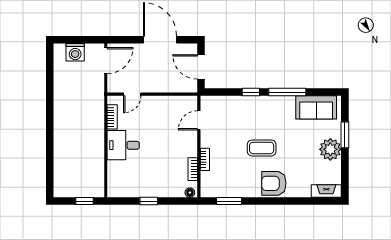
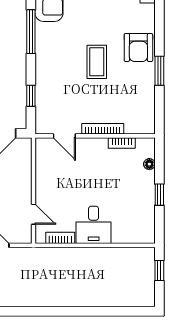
window: (251, 92) -> (31, 96), moved
bookcase: (205, 159) -> (103, 129), width x1.56
floor lamp: (190, 193) -> (149, 164), moved
window: (229, 201) -> (159, 71), moved

